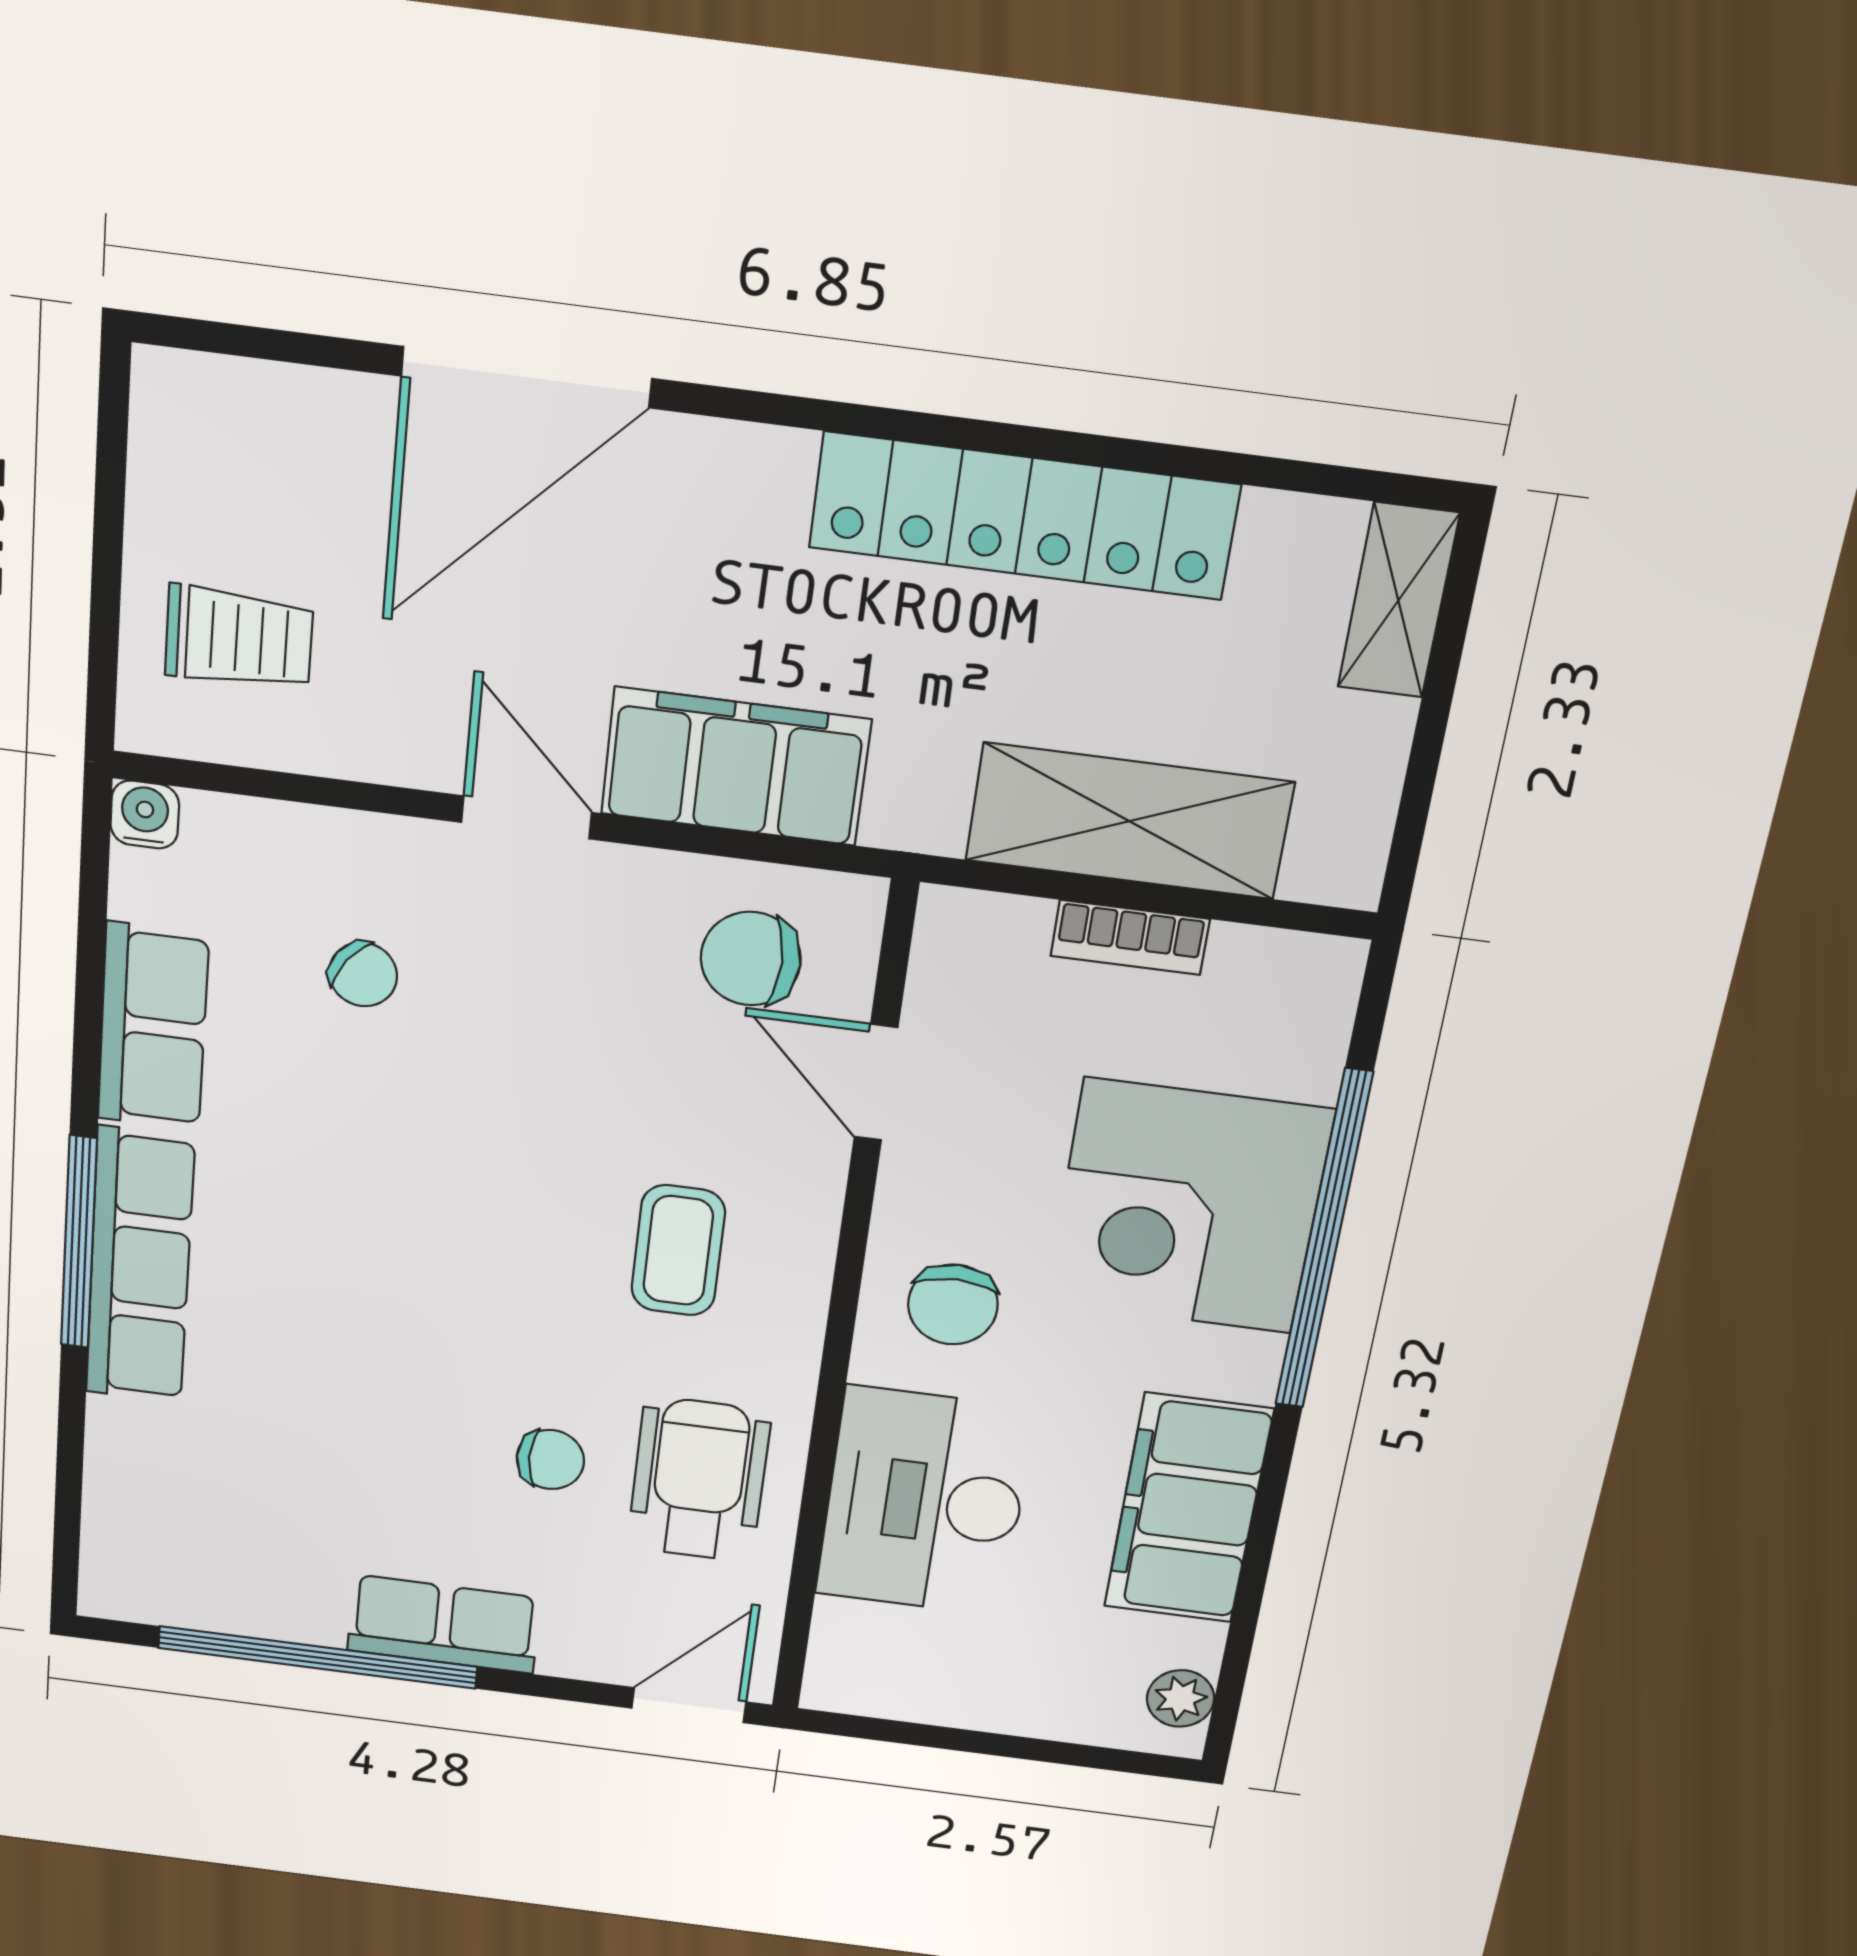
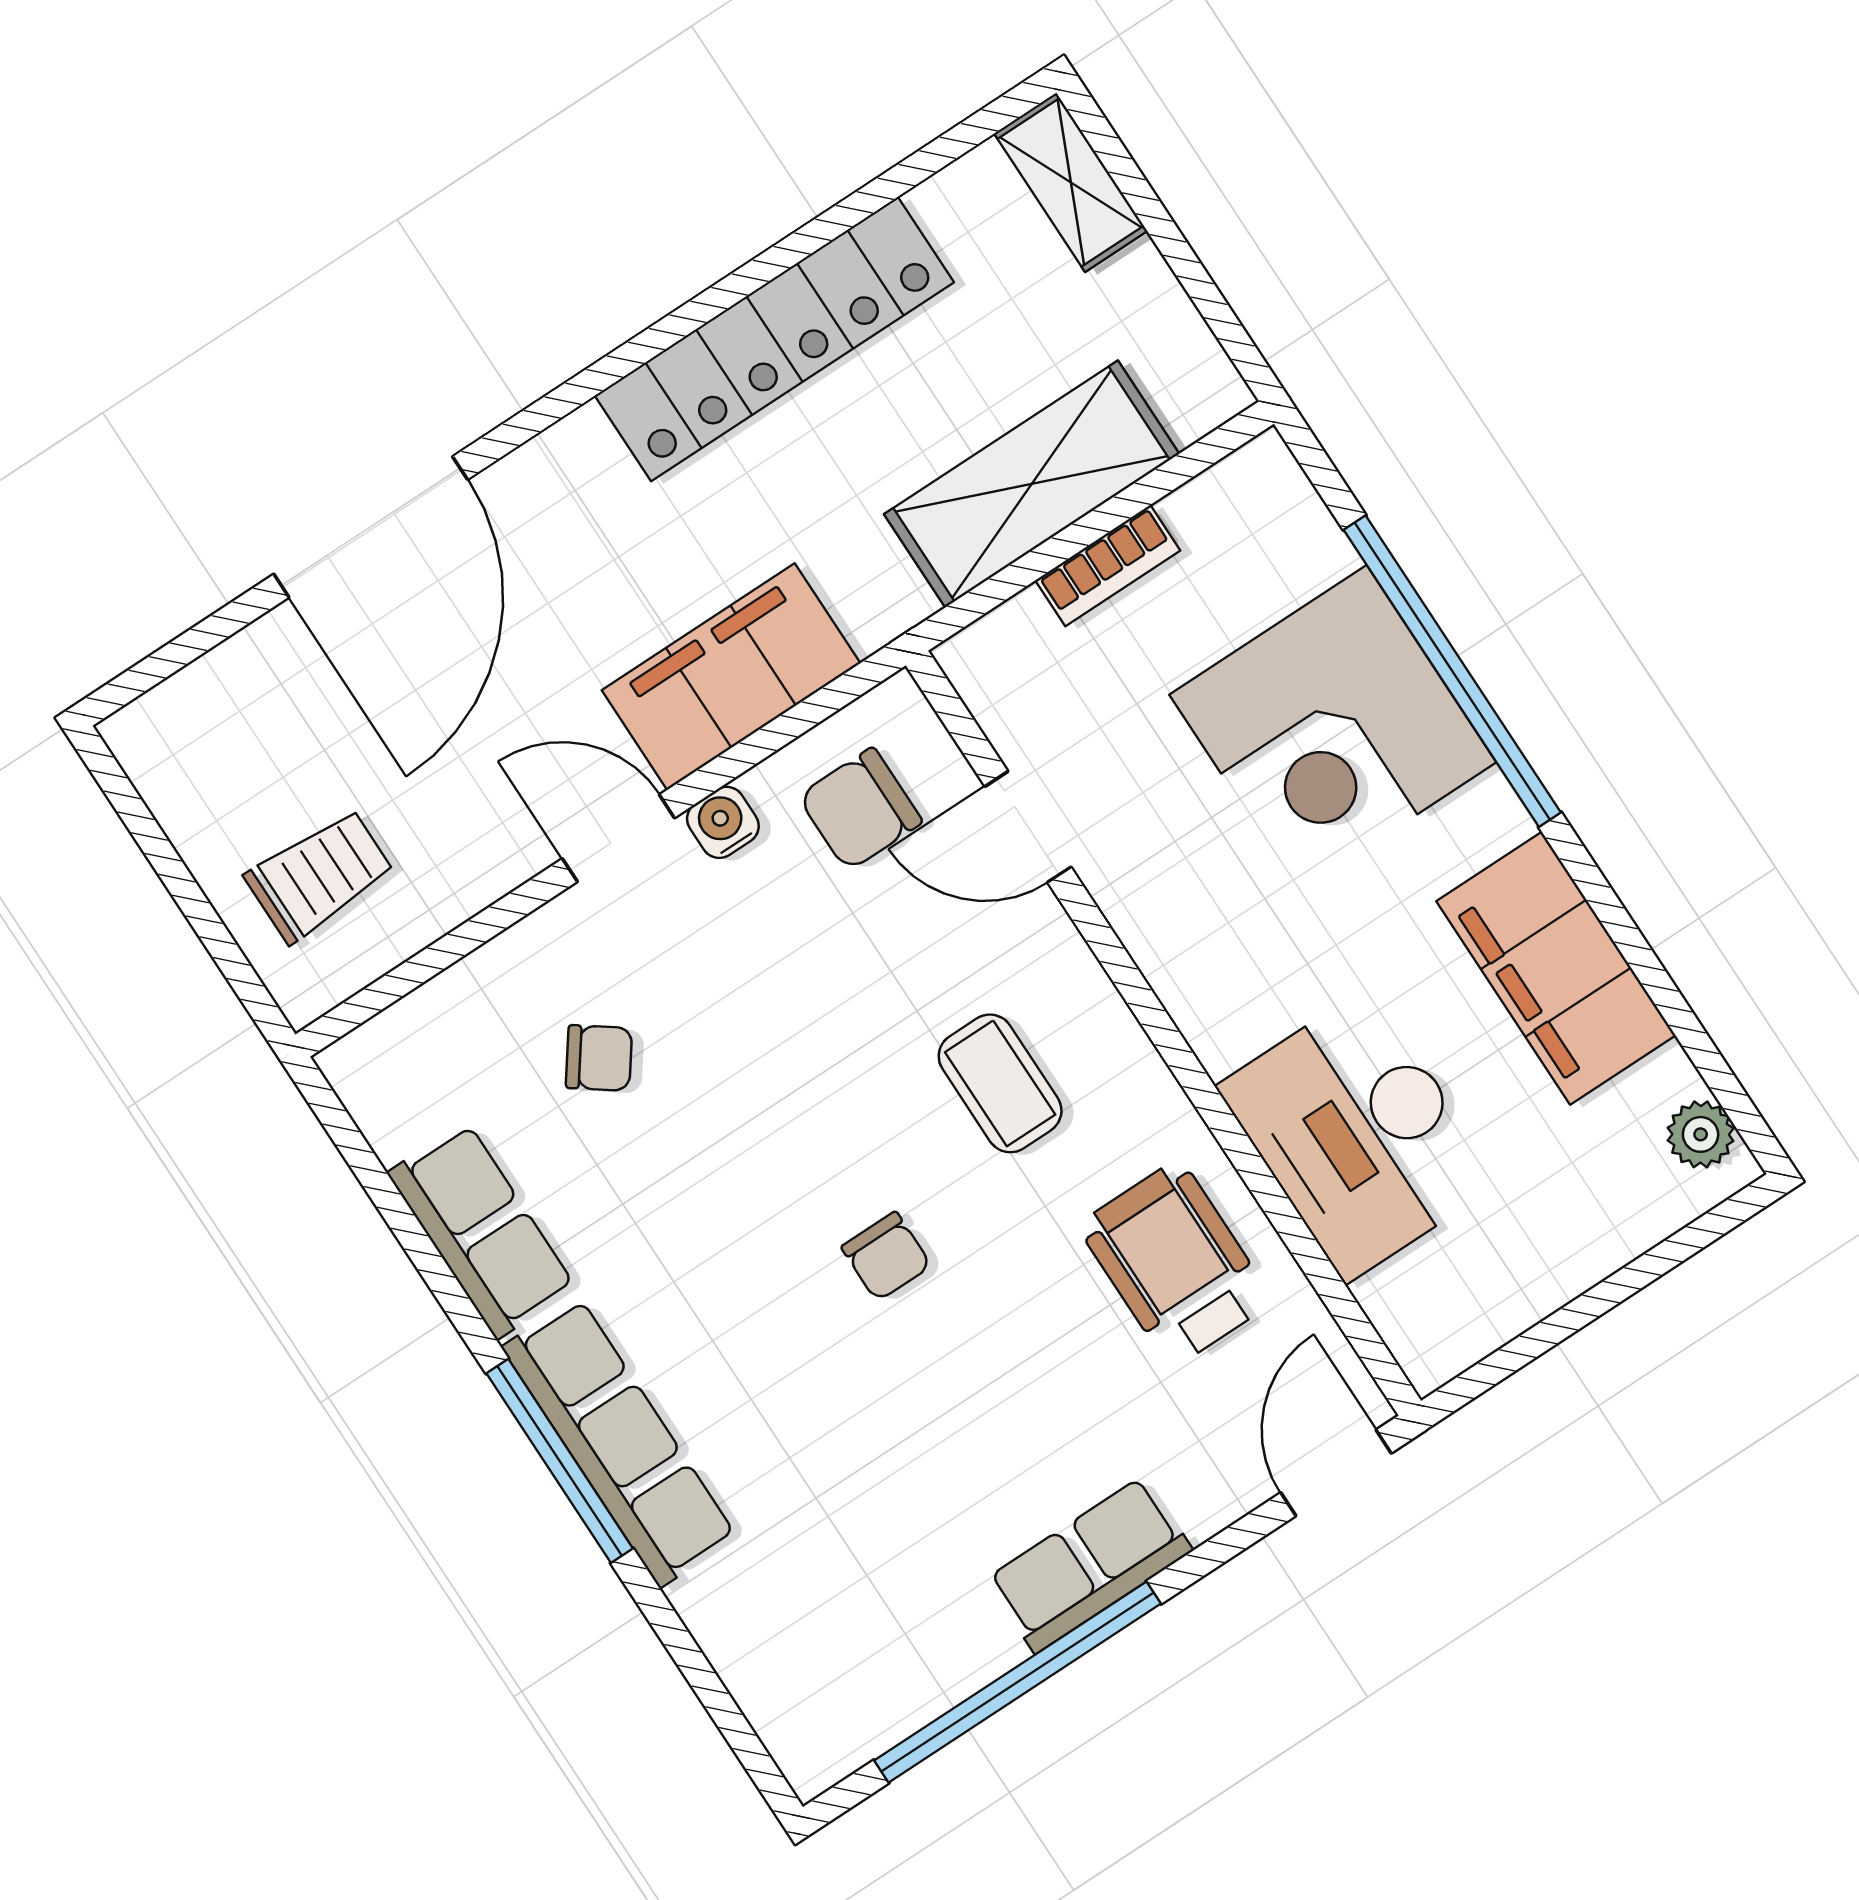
water cooler: (145, 815) -> (723, 822), moved
chair: (953, 1305) -> (1235, 953), removed
chair: (550, 1460) -> (886, 1256), moved, turned 90

